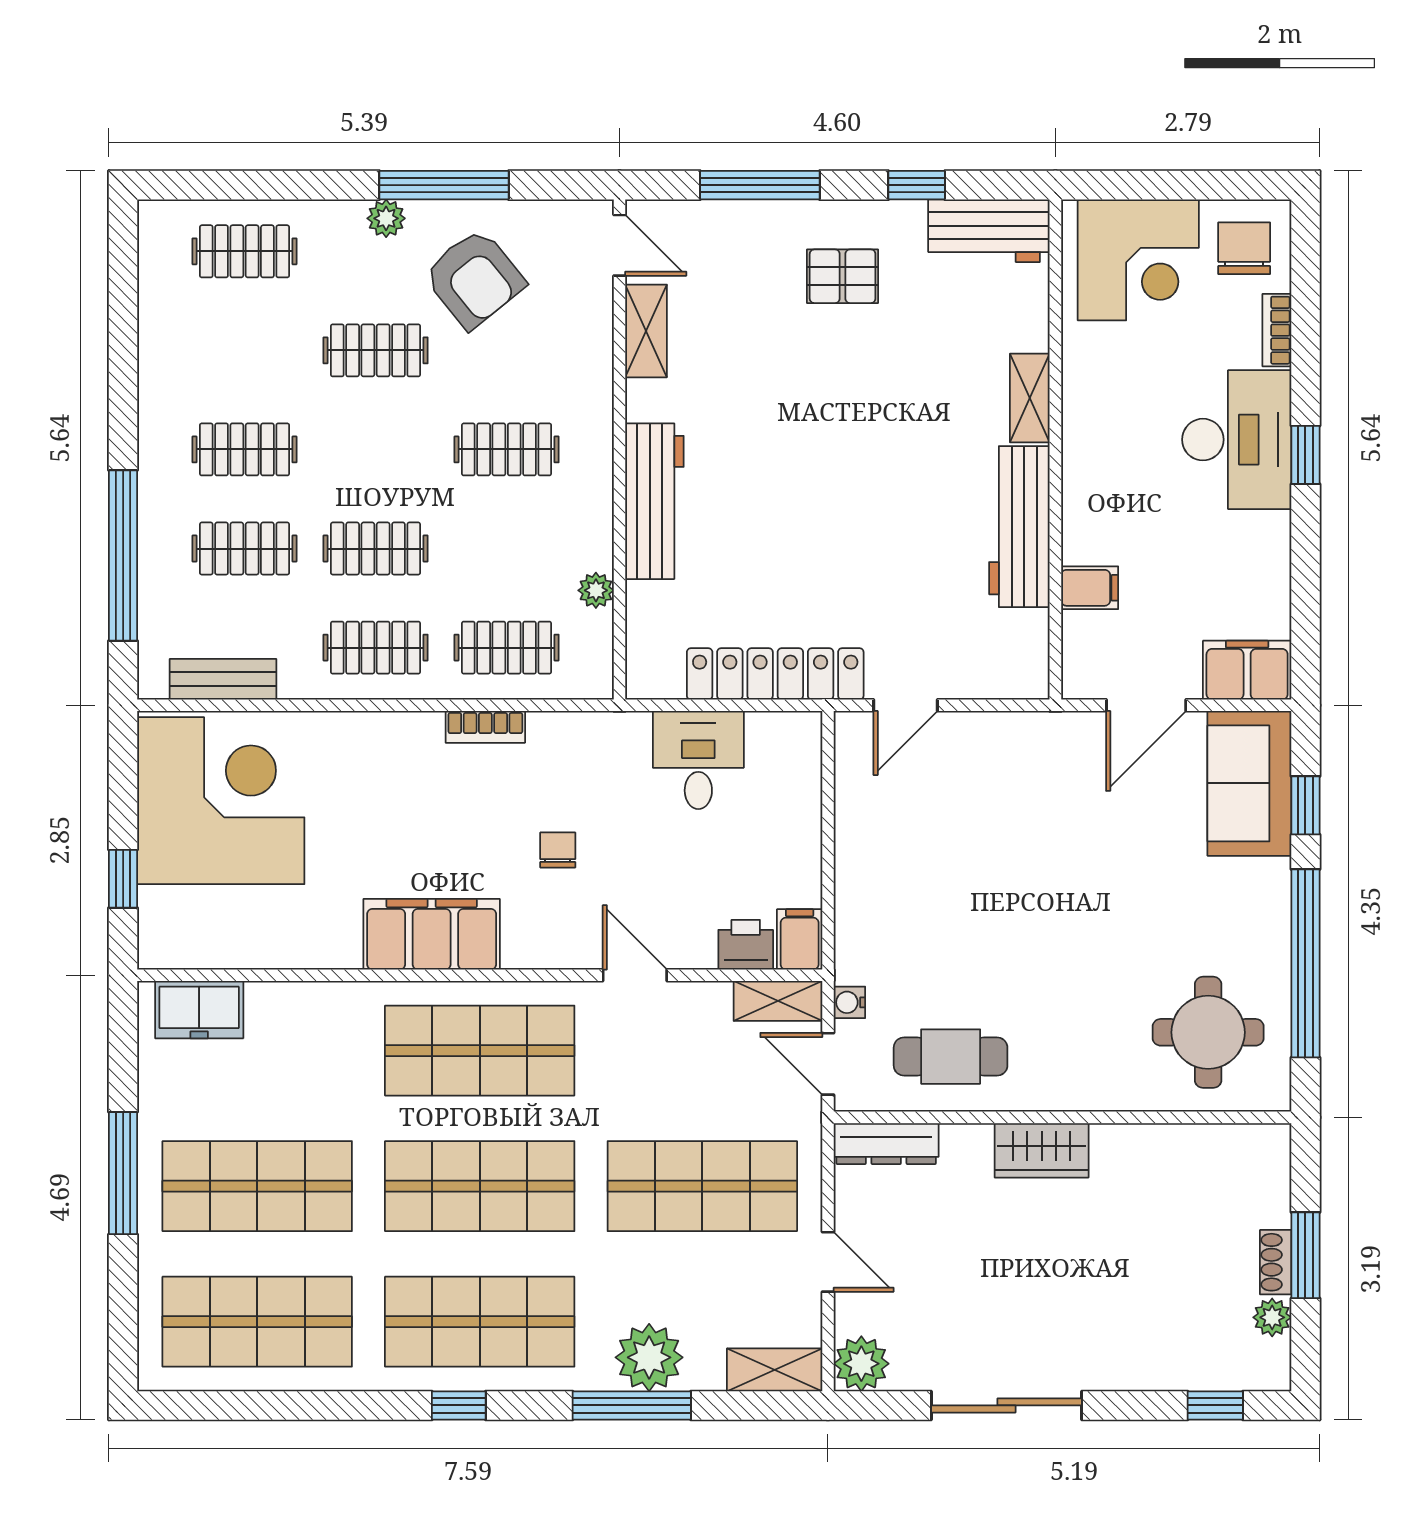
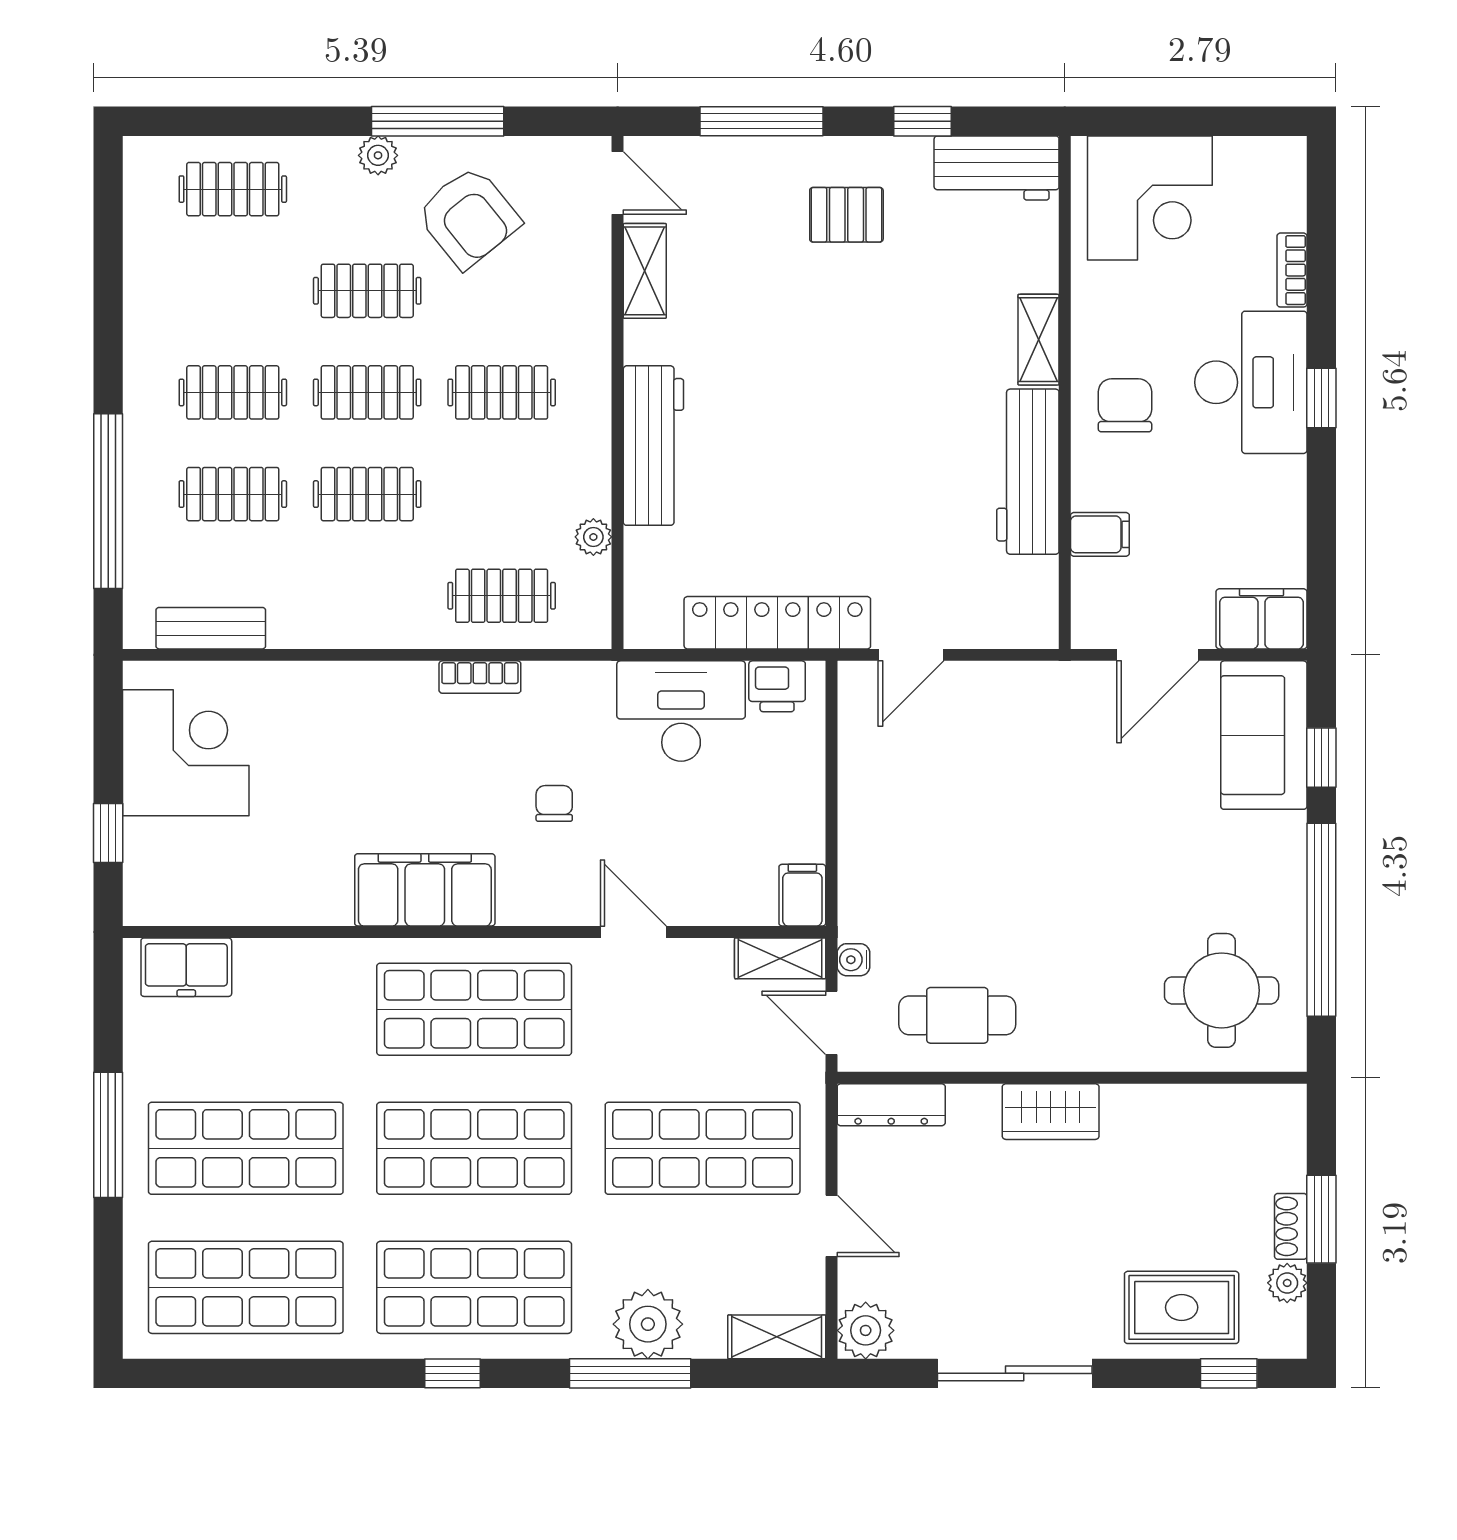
chair: (1244, 248) -> (1125, 405), moved
clothes rail: (376, 648) -> (367, 392), moved
desk: (698, 760) -> (681, 711), width x1.37
corner desk: (221, 801) -> (186, 753), width x0.74, depth x0.74
printer: (746, 945) -> (777, 686), moved, turned 180
rug: (1169, 1341) -> (1182, 1307), added

